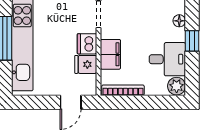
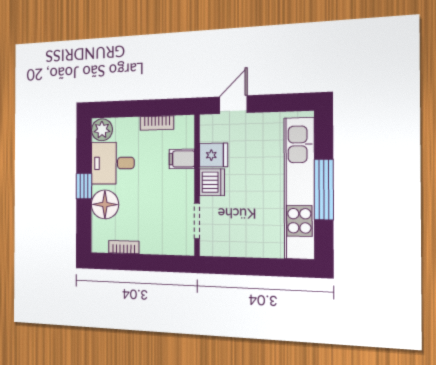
floor lamp: (179, 21) -> (105, 204), width x1.89, depth x1.89
filing cabinet: (110, 54) -> (182, 159), width x0.50
bookcase: (123, 90) -> (157, 123), width x0.64

